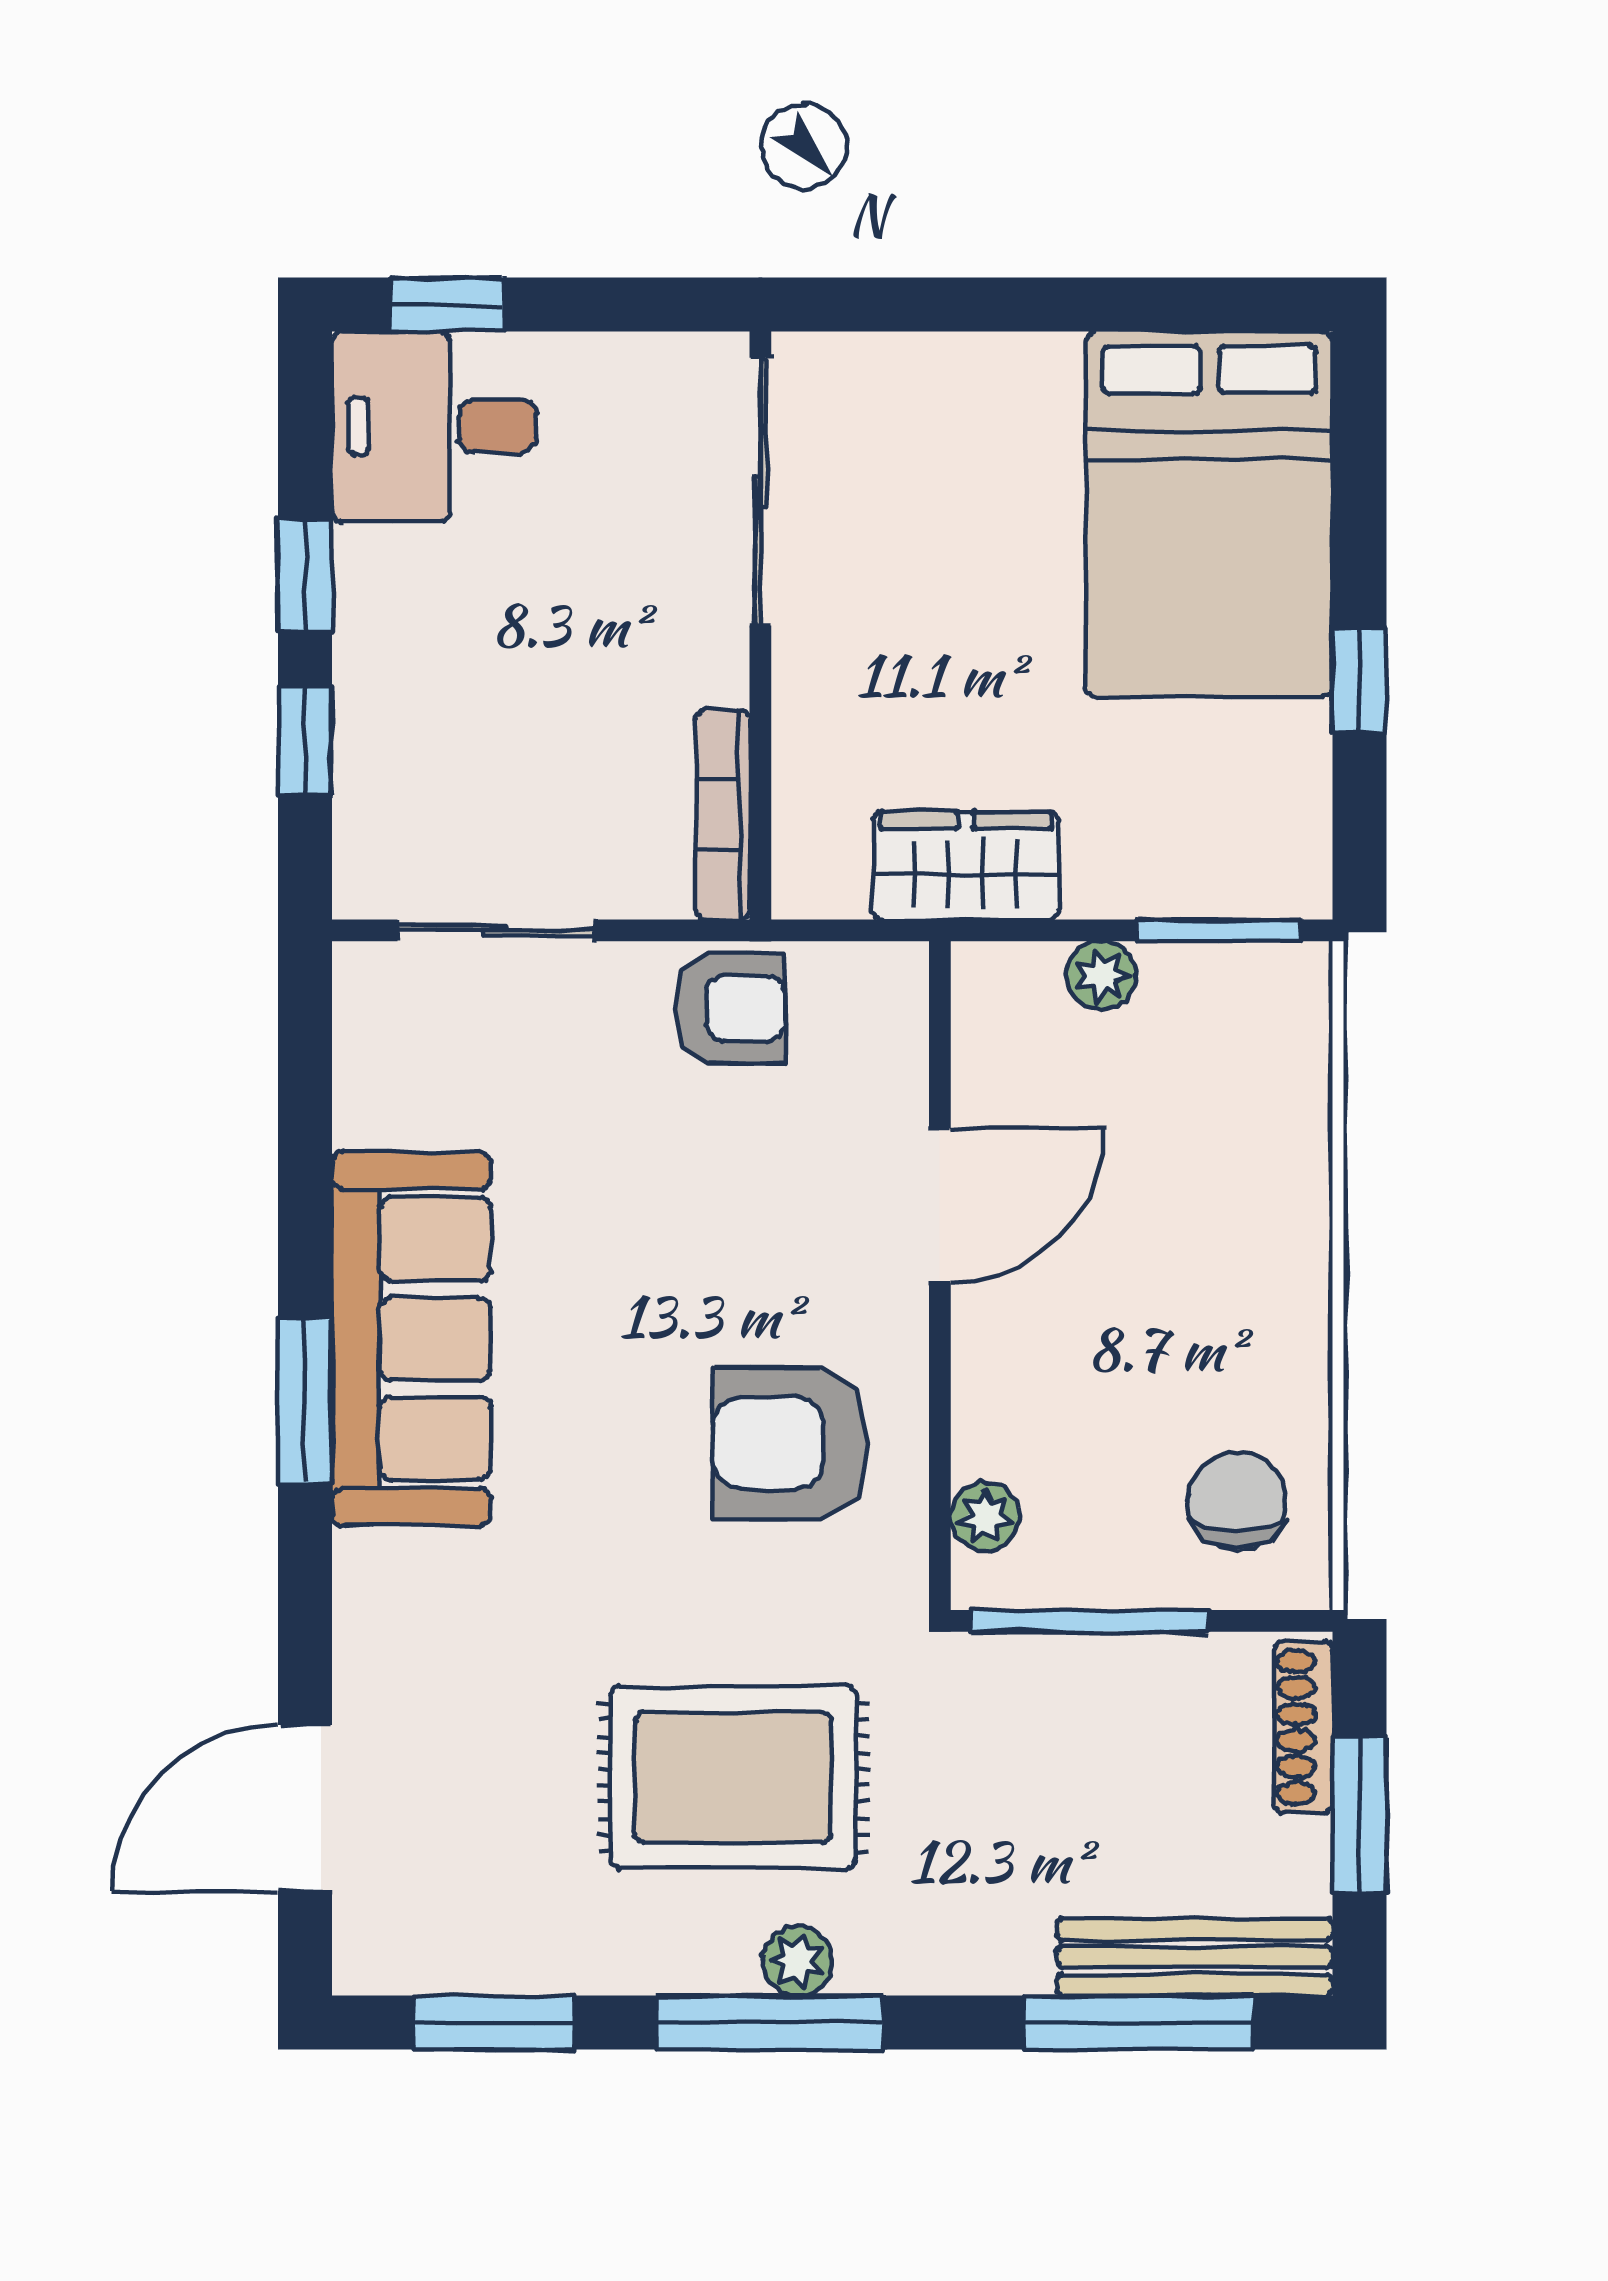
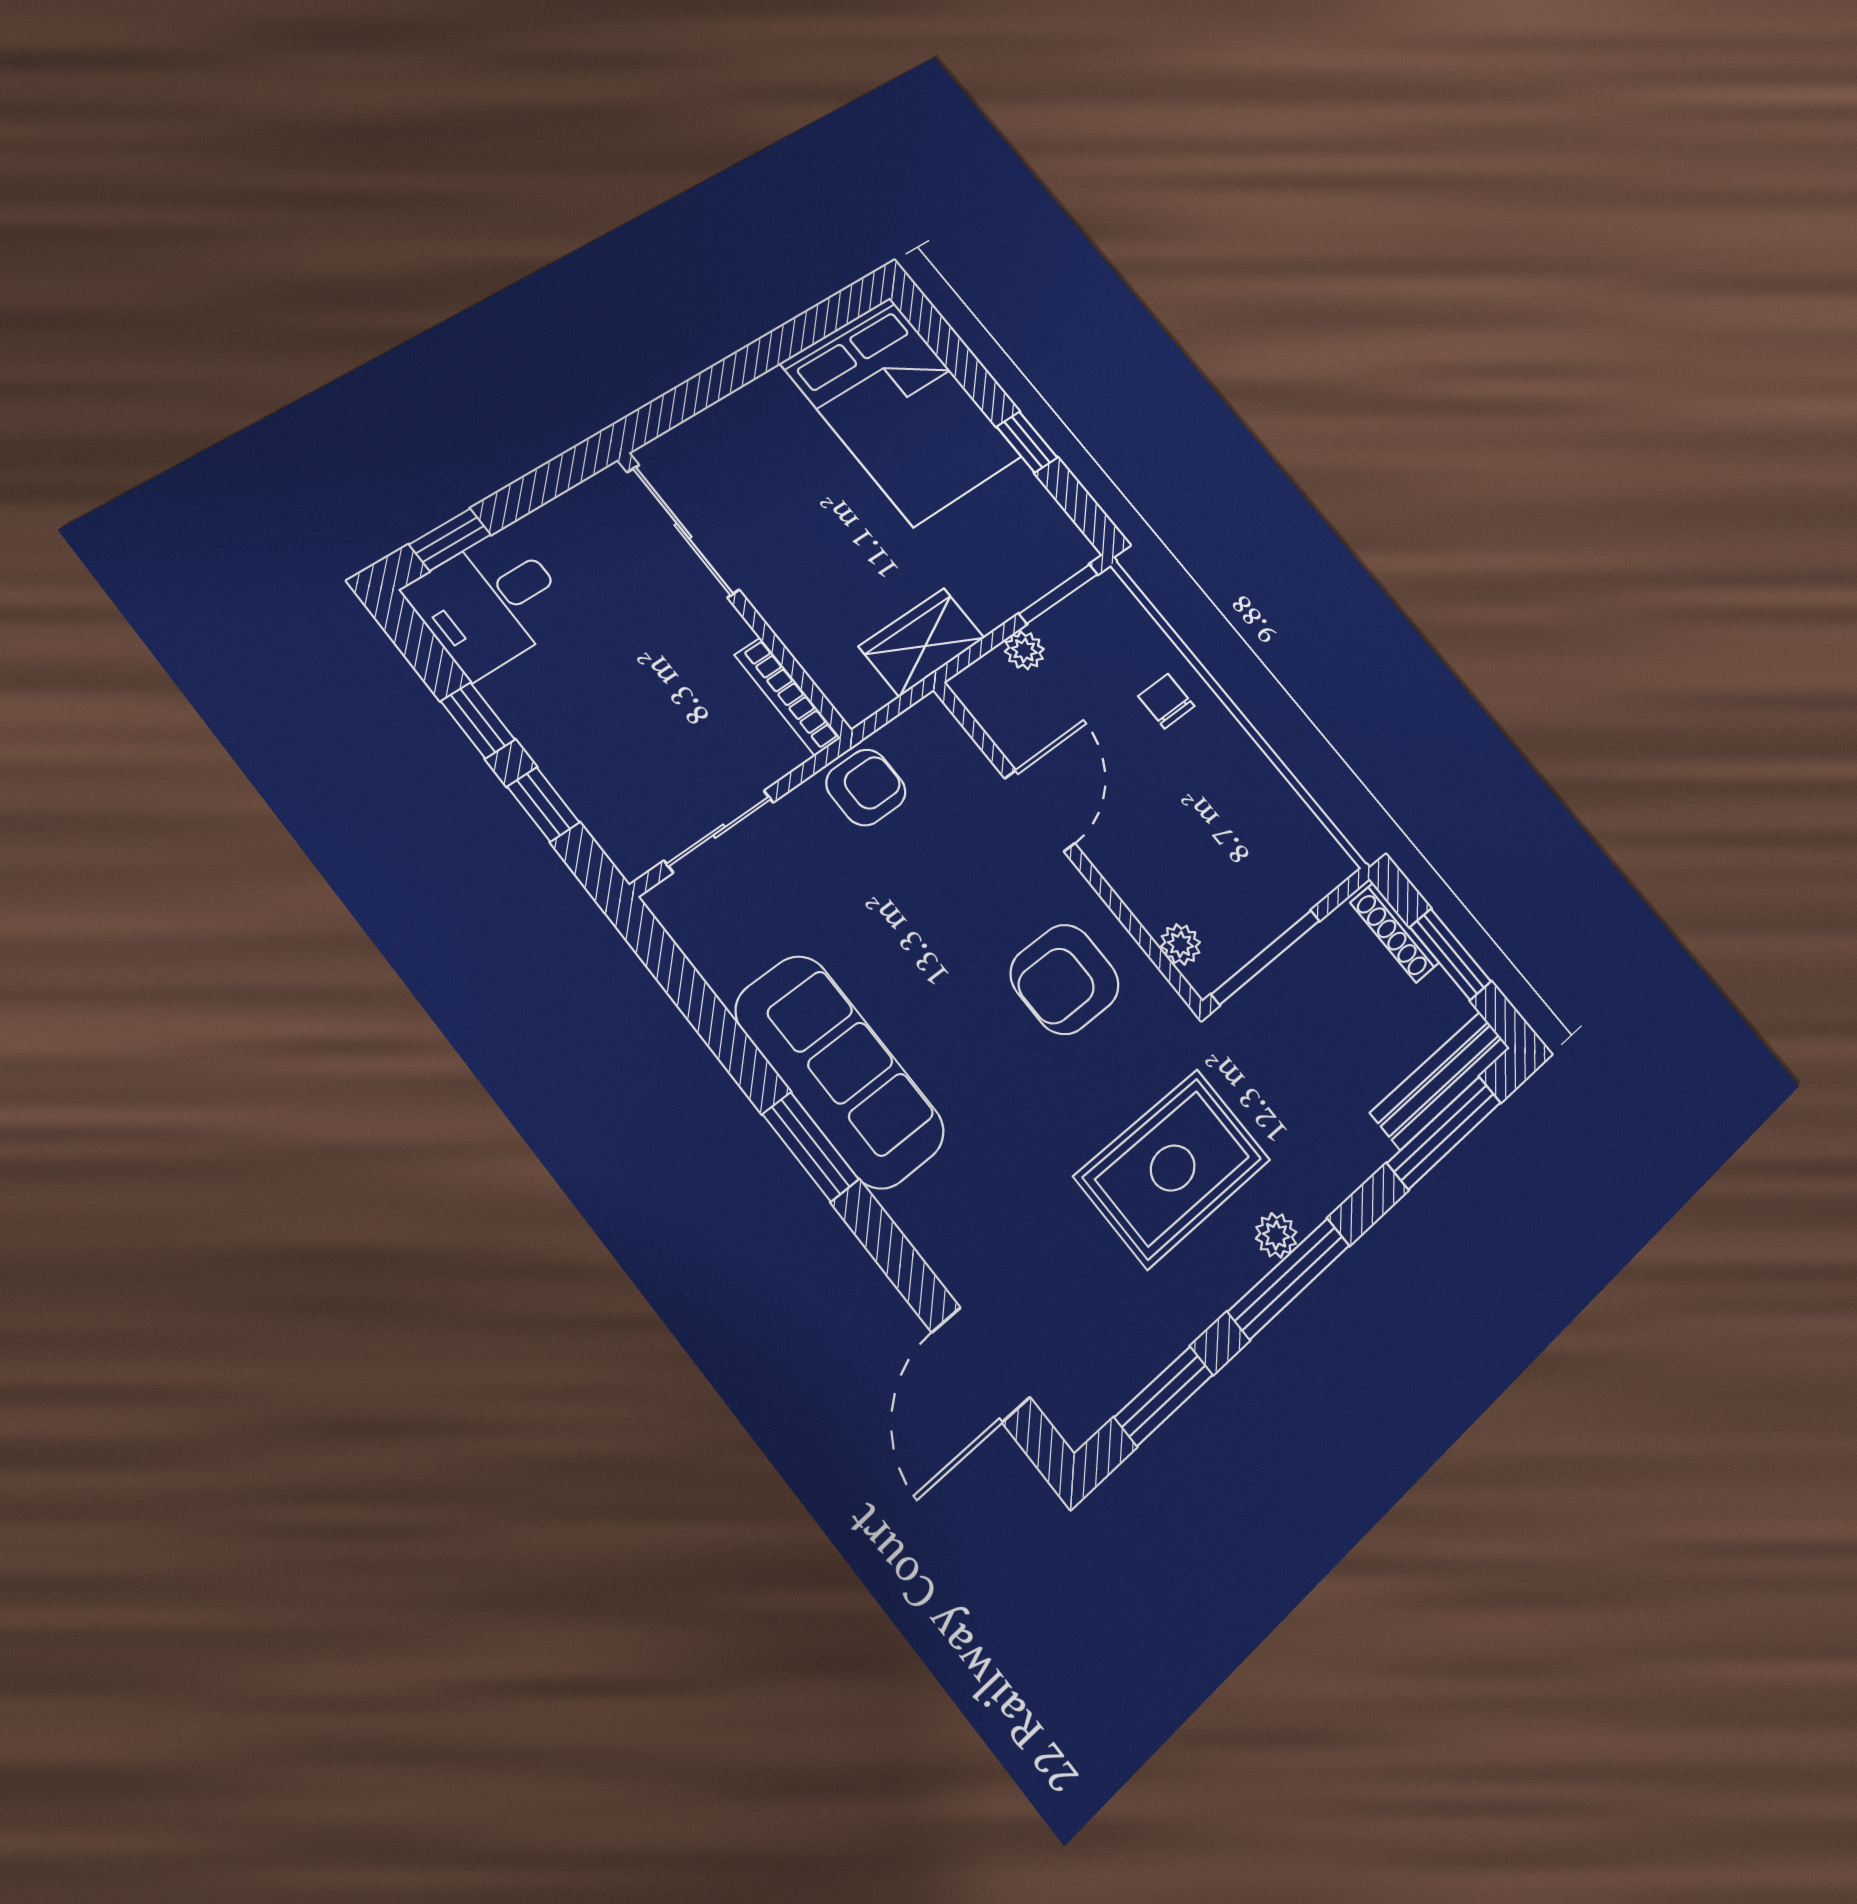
chair: (1237, 1501) -> (1166, 701), moved, width x0.73, depth x0.73

